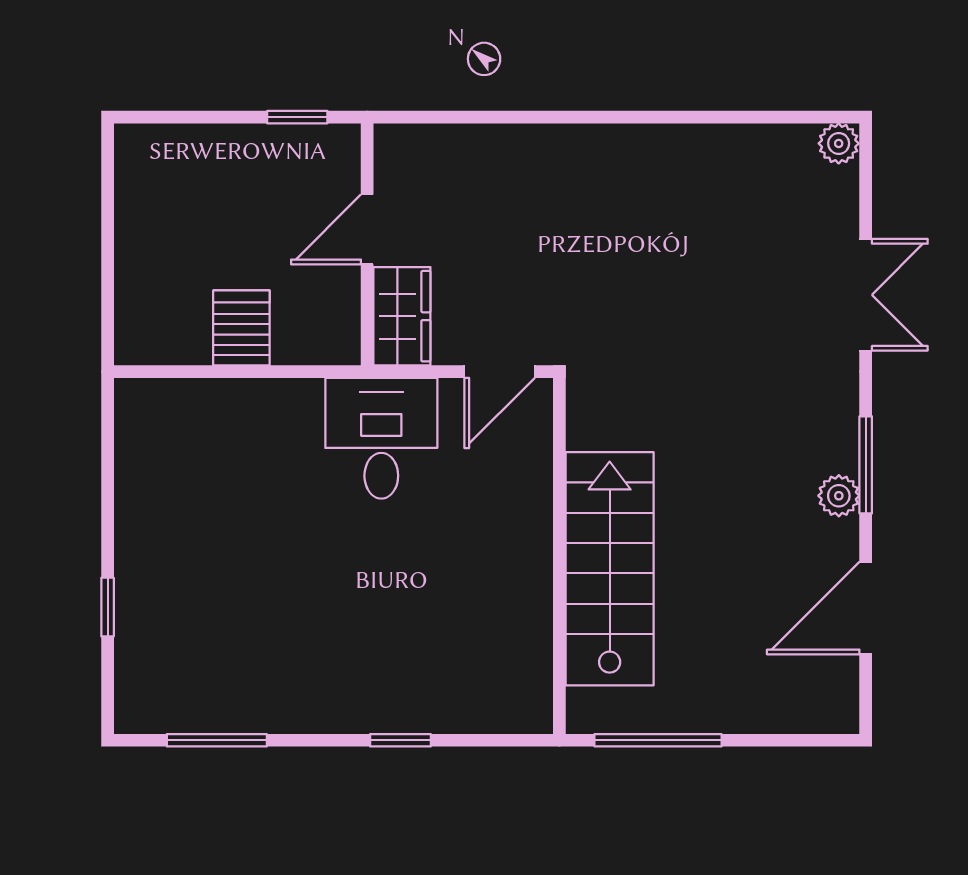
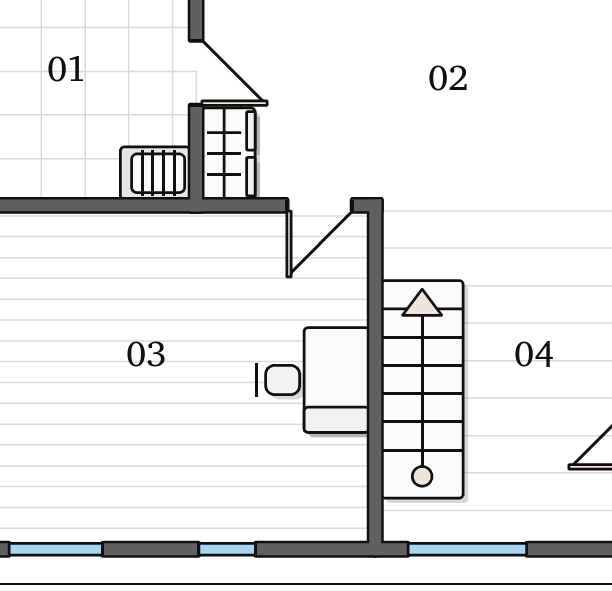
door: (367, 229) -> (196, 73), swing flipped
server rack: (241, 328) -> (155, 173), moved, turned -90
desk: (381, 438) -> (313, 380), moved, turned 90

